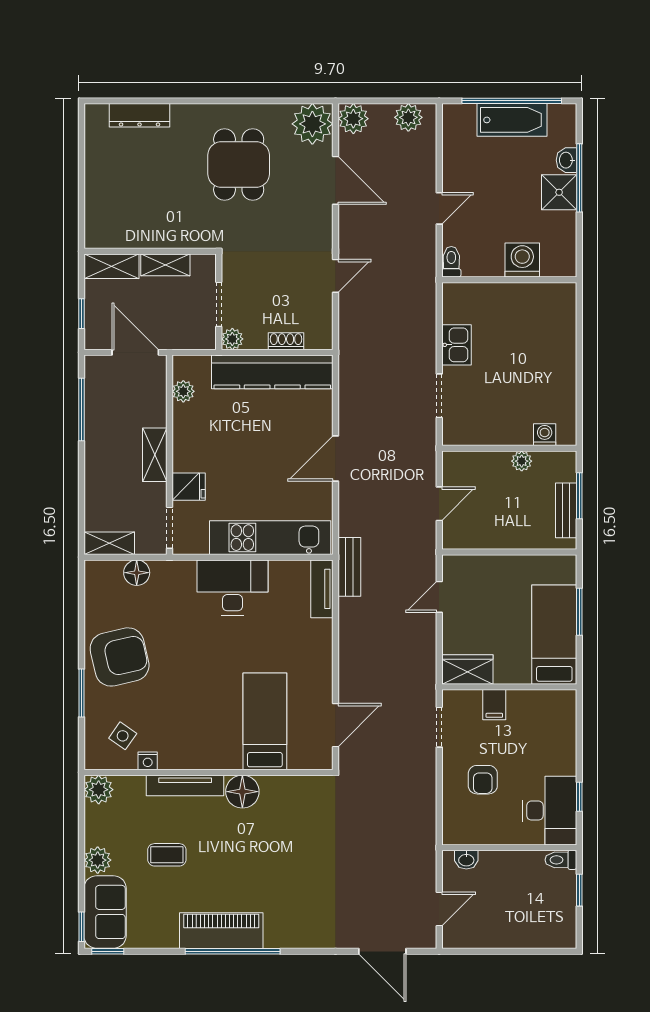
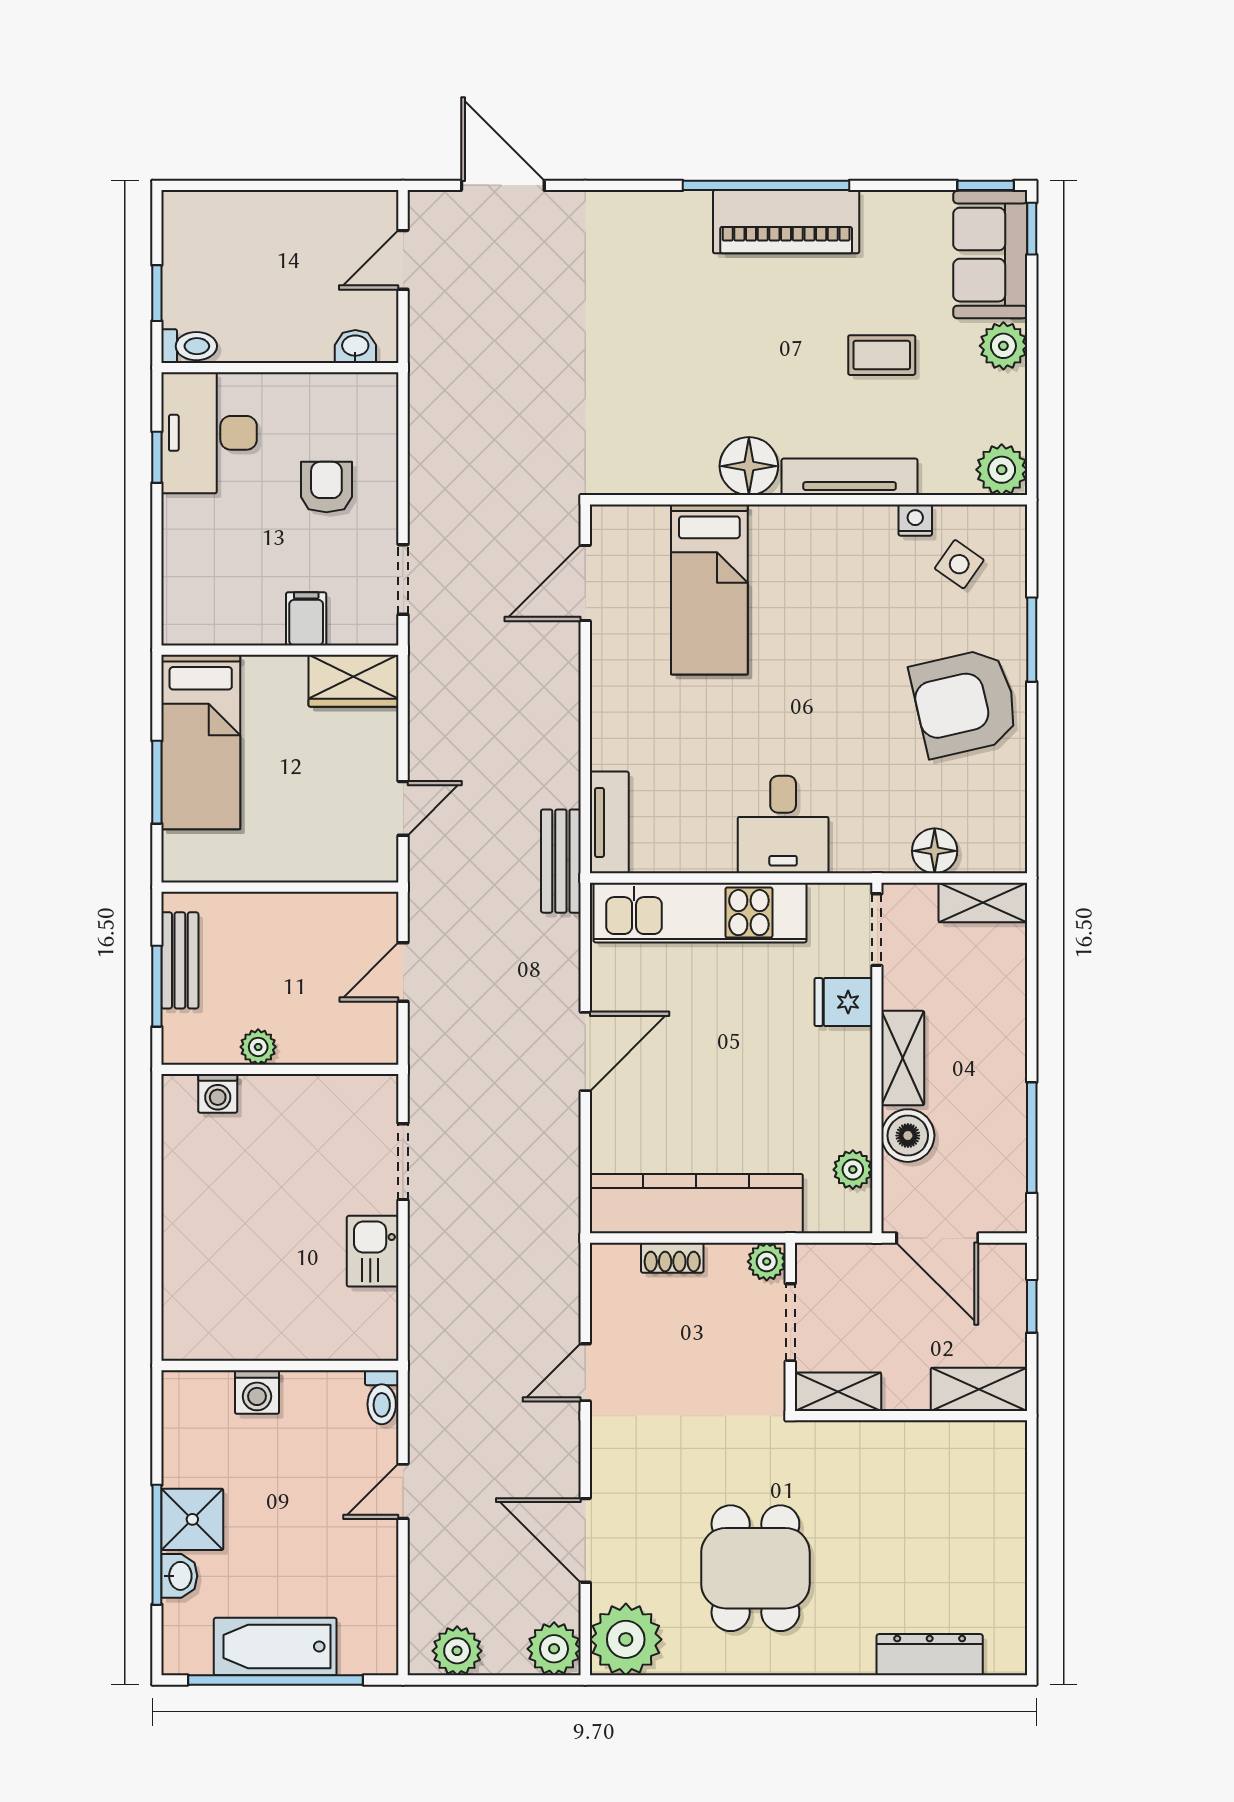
washing machine: (522, 260) -> (257, 1392), width x0.73, depth x0.73
shelving: (165, 265) -> (838, 1392), moved
boiler: (152, 411) -> (908, 1136), added
desk: (233, 588) -> (783, 825), width x0.73

